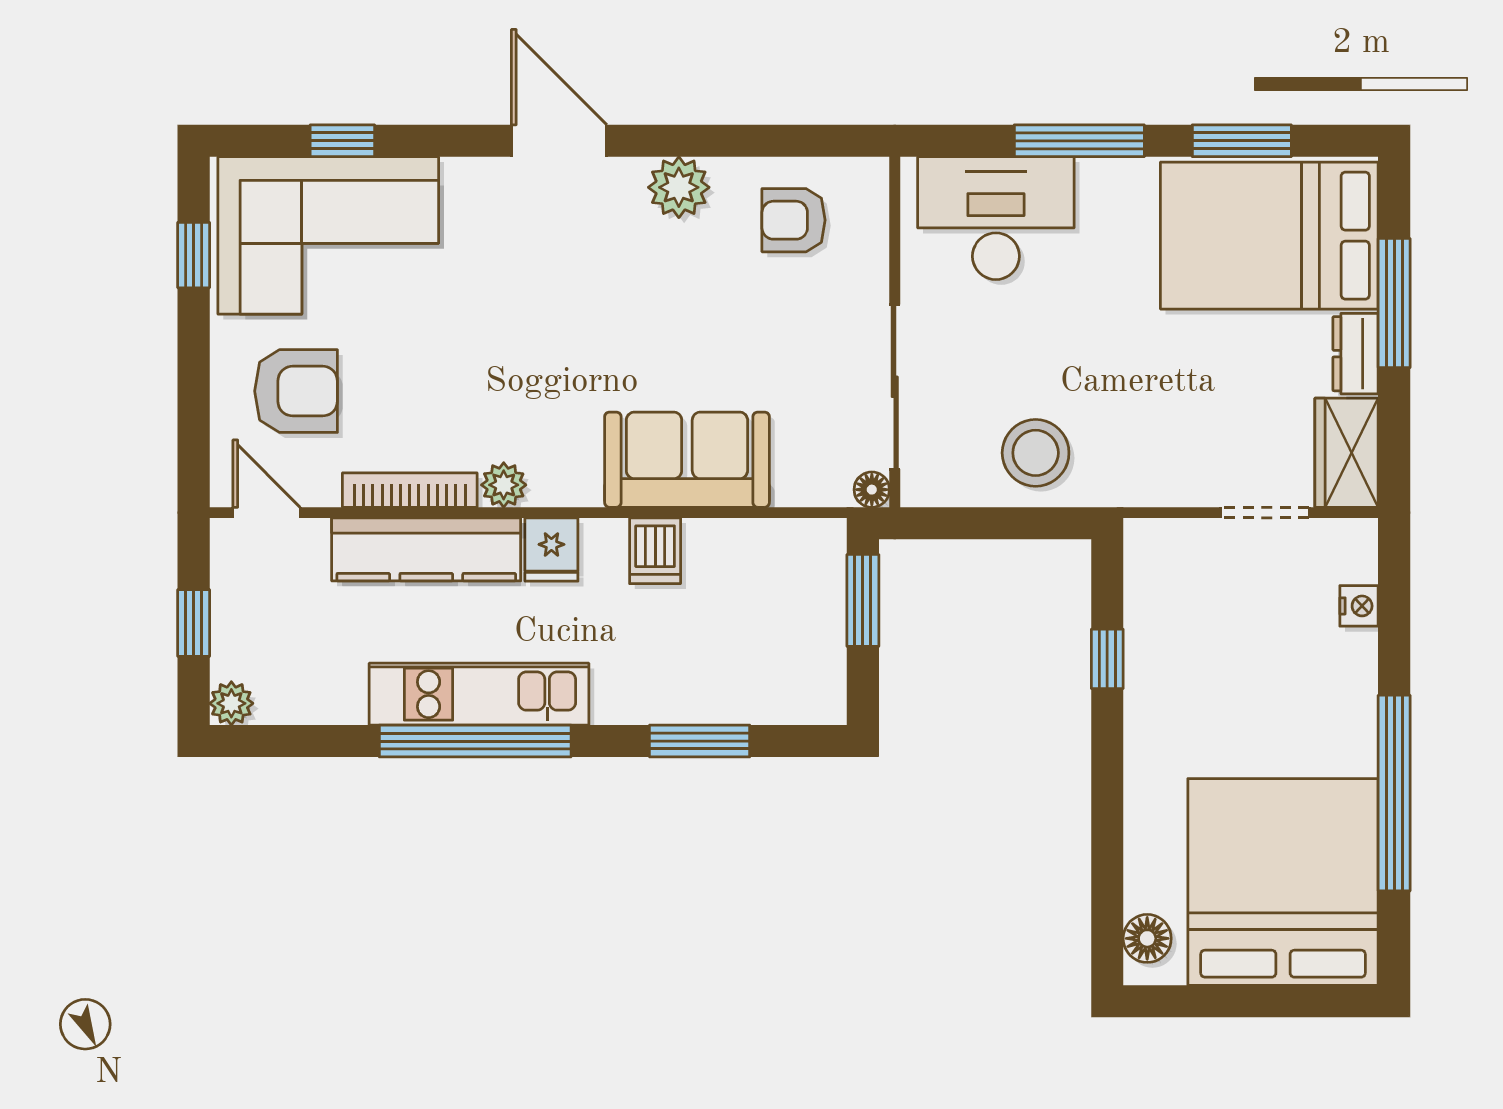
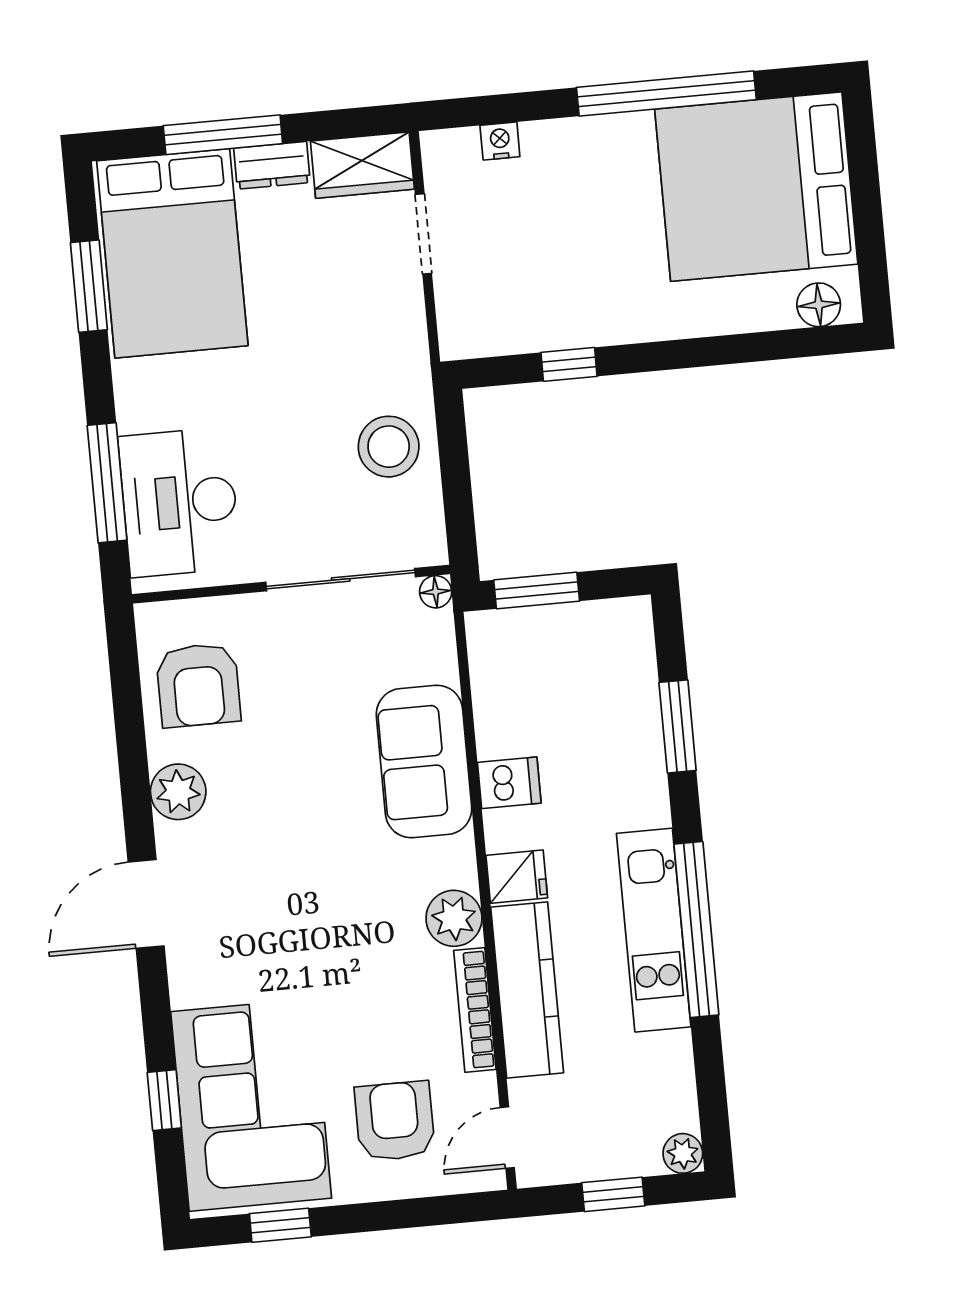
window: (1079, 141) -> (107, 483), moved
armchair: (794, 220) -> (198, 685), width x1.38, depth x1.38
plant: (504, 485) -> (454, 918), width x1.38, depth x1.38

